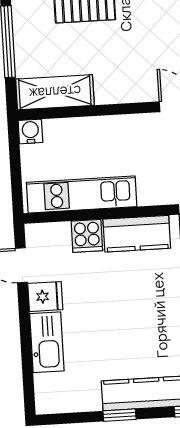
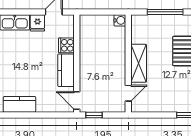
shelving: (55, 92) -> (139, 63), moved
kitchen unit: (82, 194) -> (87, 44), removed

